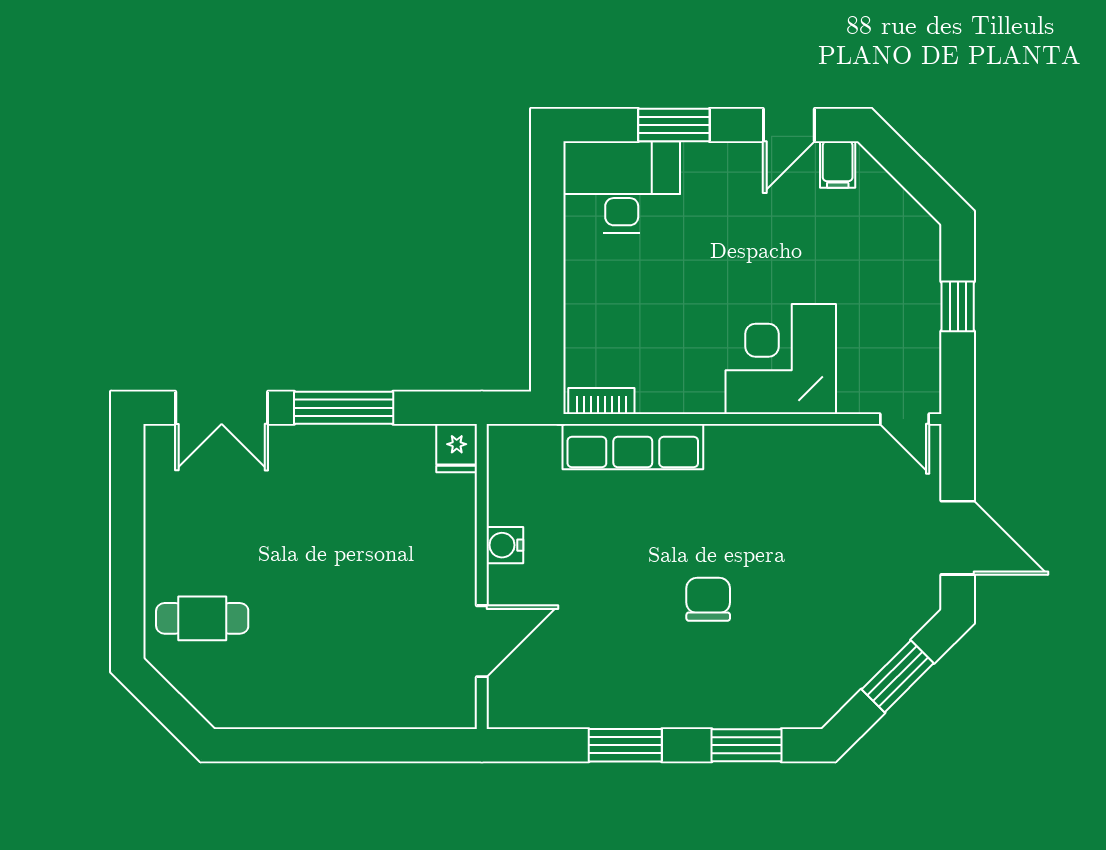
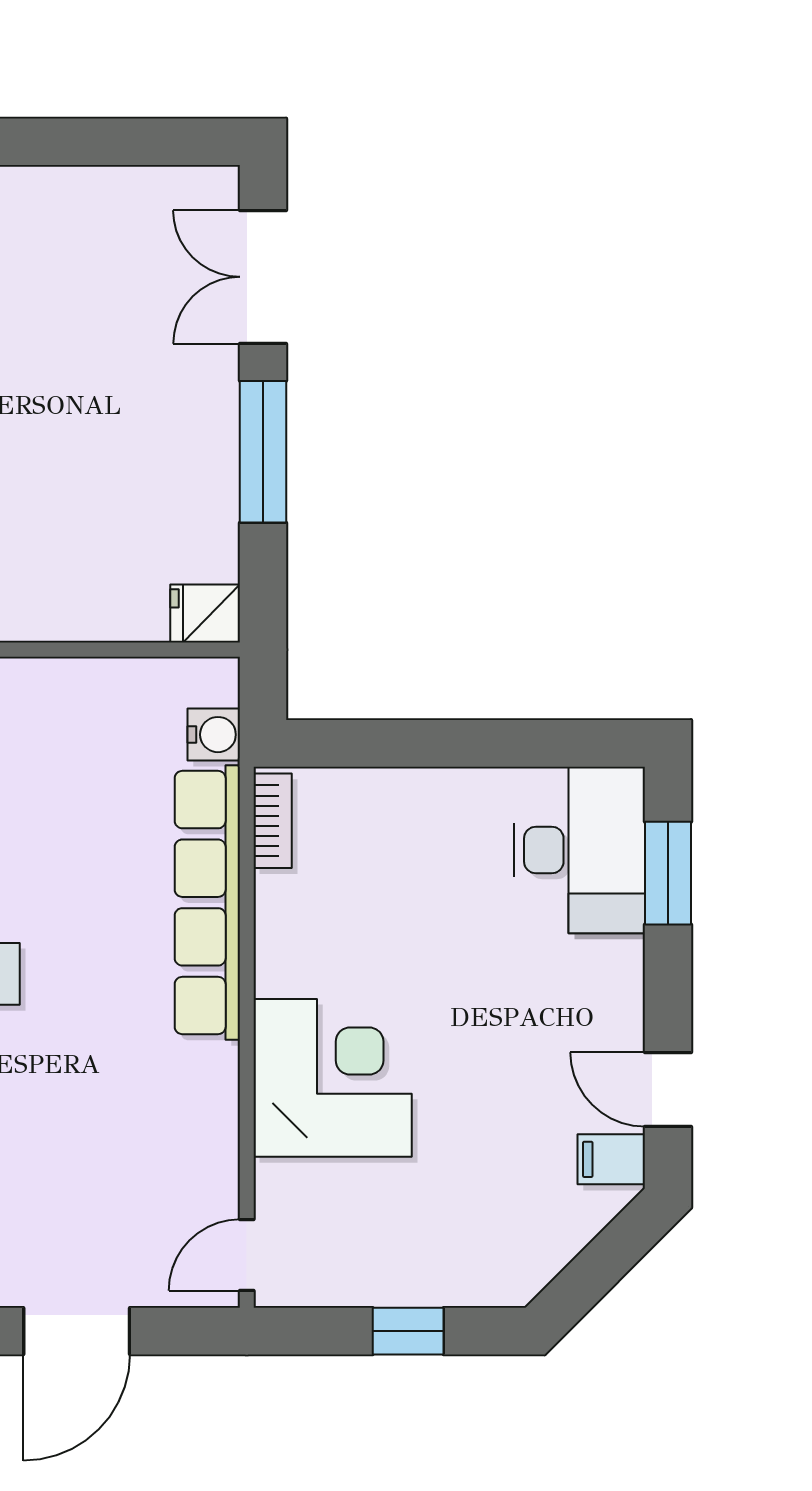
window: (674, 125) -> (668, 873), moved
row of seats: (633, 447) -> (207, 903), width x1.36
water cooler: (505, 545) -> (214, 735), moved, turned 90

